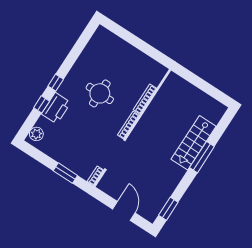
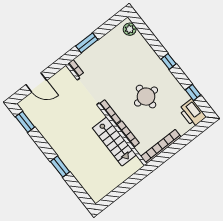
bookcase: (146, 61) -> (161, 147), added
window: (42, 104) -> (193, 92), moved
printer: (56, 108) -> (192, 113), moved
stairs: (194, 143) -> (114, 141), moved, turned 180
window: (202, 157) -> (60, 167), width x0.69

